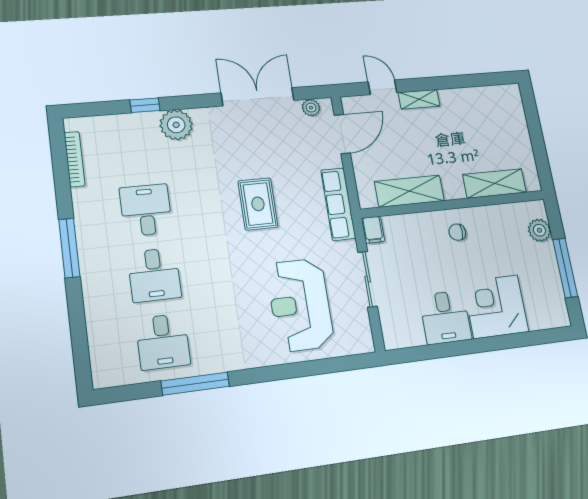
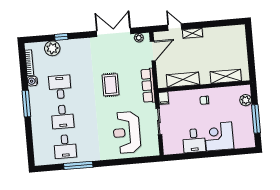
plant: (176, 125) -> (52, 48), moved
water cooler: (82, 198) -> (32, 81), added

